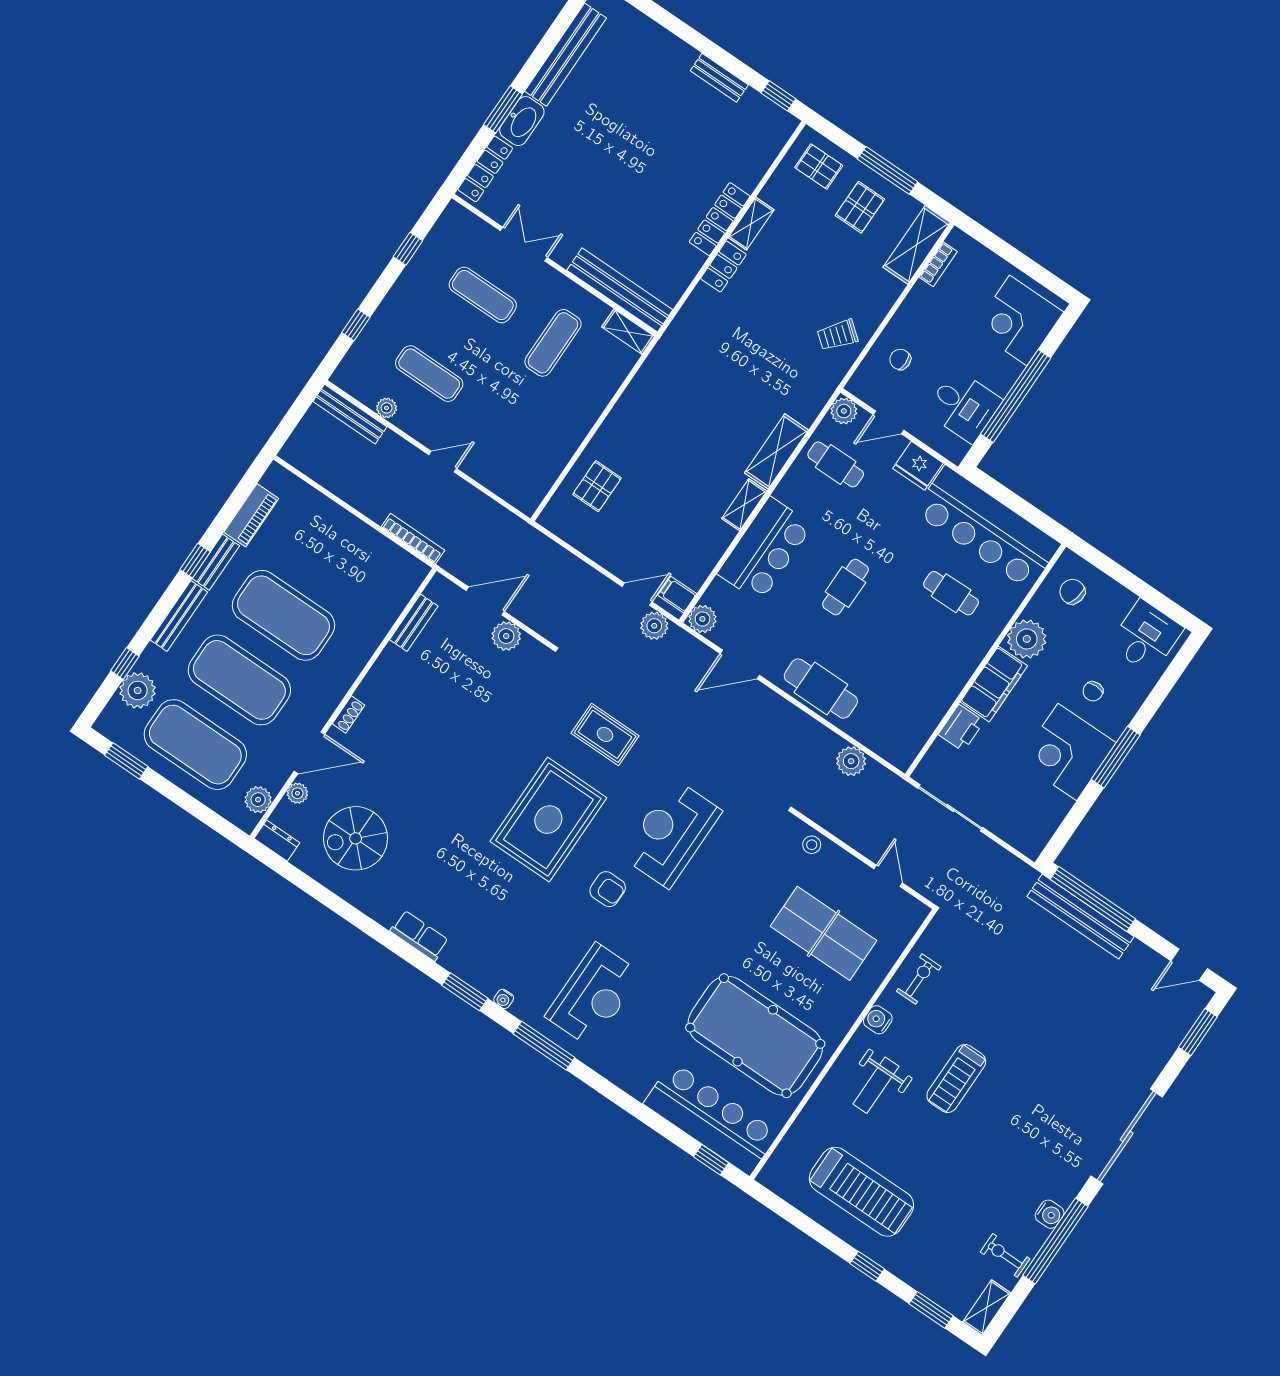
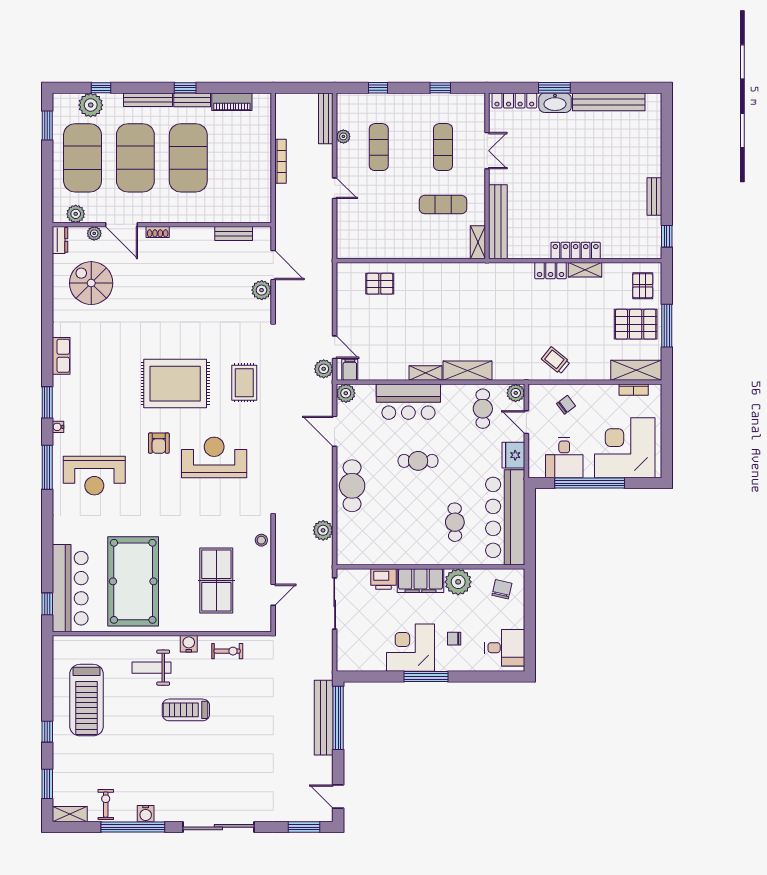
pallet: (860, 207) -> (636, 324), width x1.50, depth x1.42
corner desk: (1018, 320) -> (625, 448), width x1.36, depth x1.36
chair: (900, 359) -> (566, 405), turned 53
bookcase: (413, 539) -> (280, 161), moved

